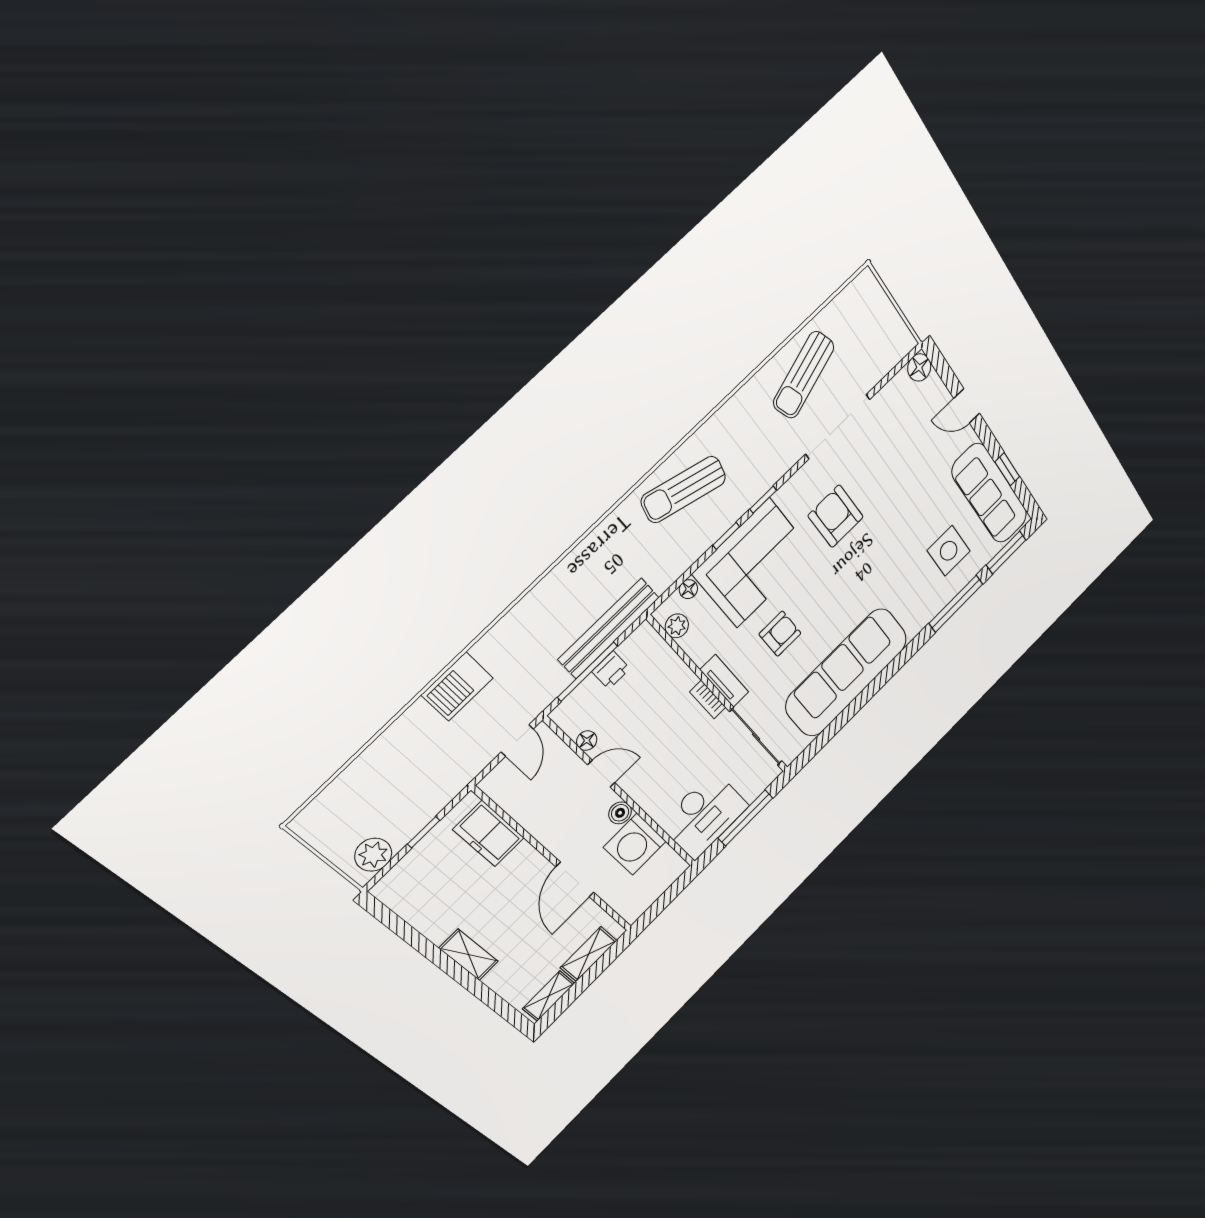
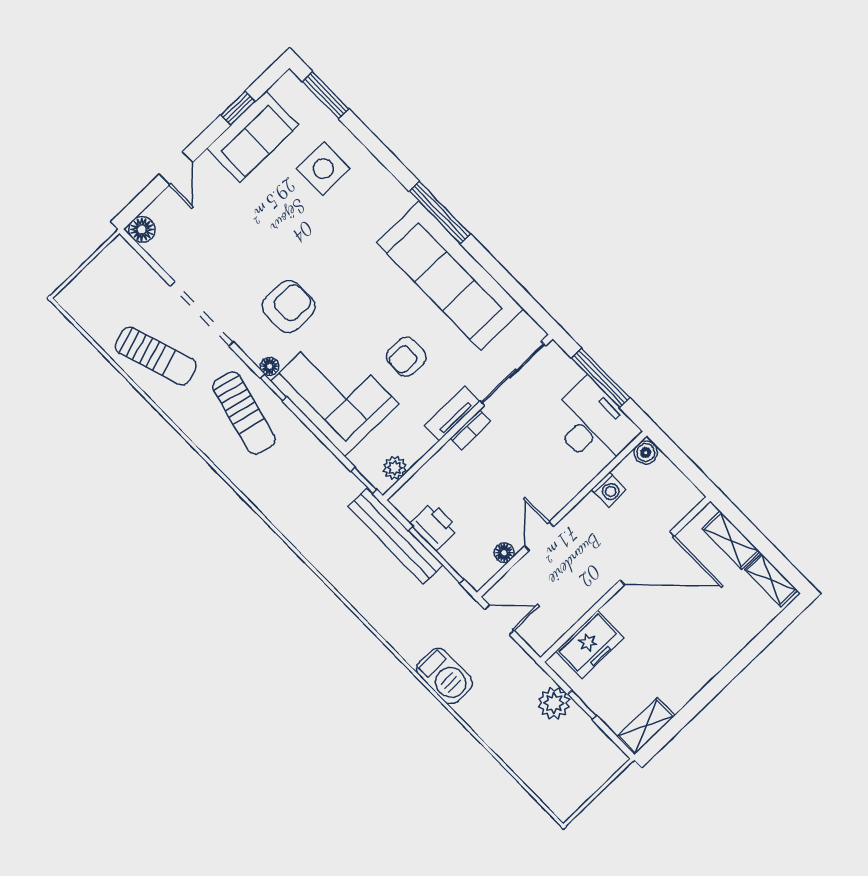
sun lounger: (684, 489) -> (244, 413), moved
sofa: (990, 493) -> (253, 137), width x0.73
armchair: (836, 516) -> (289, 307), turned 180
window: (726, 536) -> (364, 481), moved
floor lamp: (688, 589) -> (270, 366), moved
window: (956, 604) -> (440, 212), moved
armchair: (780, 634) -> (406, 357), turned -90
printer: (611, 670) -> (434, 526), width x1.36, depth x1.24
boiler: (620, 813) -> (646, 453), moved
washing machine: (635, 844) -> (609, 490), width x0.53, depth x0.53
plant: (373, 855) -> (554, 703), moved
door: (575, 880) -> (647, 558), width x1.36
shelving: (469, 955) -> (646, 726), moved

